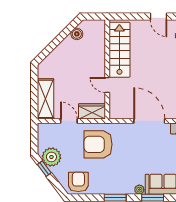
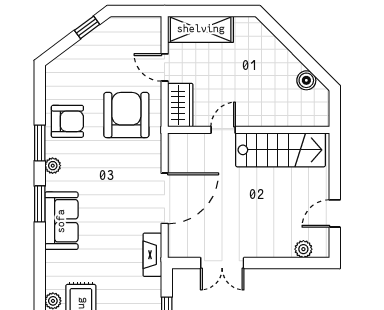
door: (69, 121) -> (165, 67), swing flipped
plant: (51, 157) -> (106, 39), removed
armchair: (78, 182) -> (67, 121), moved
plant: (139, 190) -> (53, 166), moved

